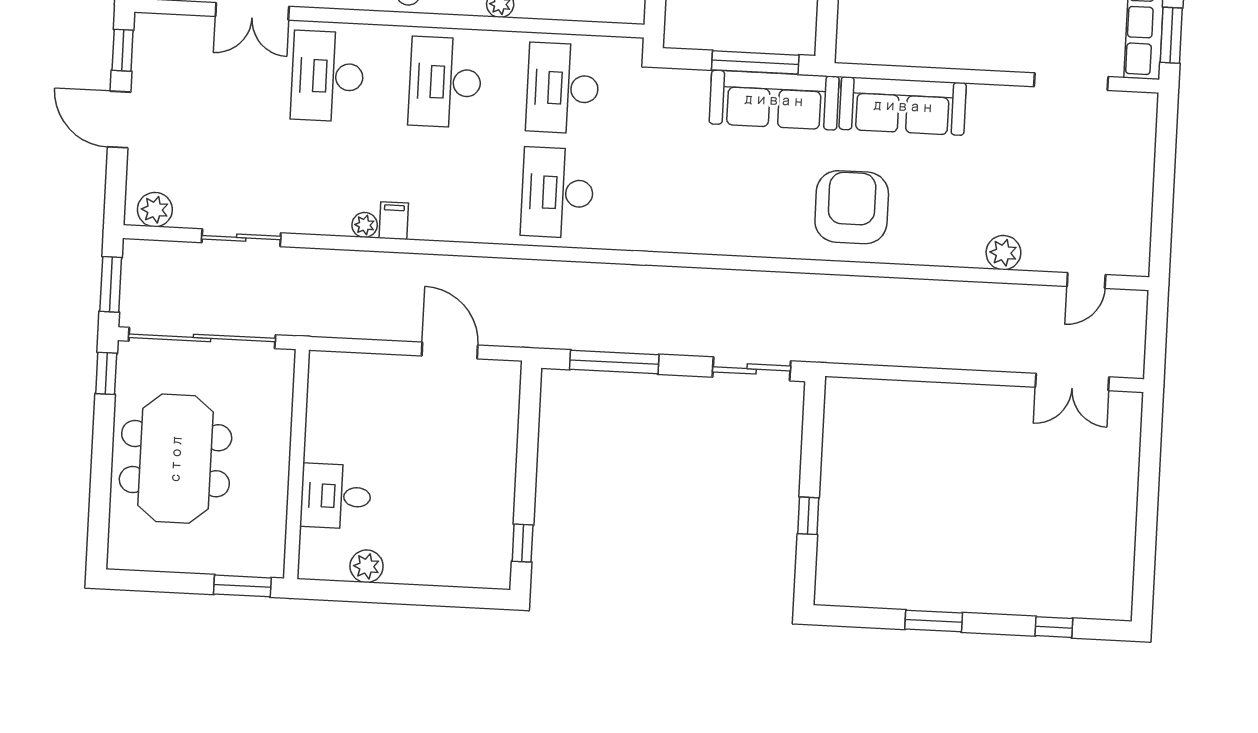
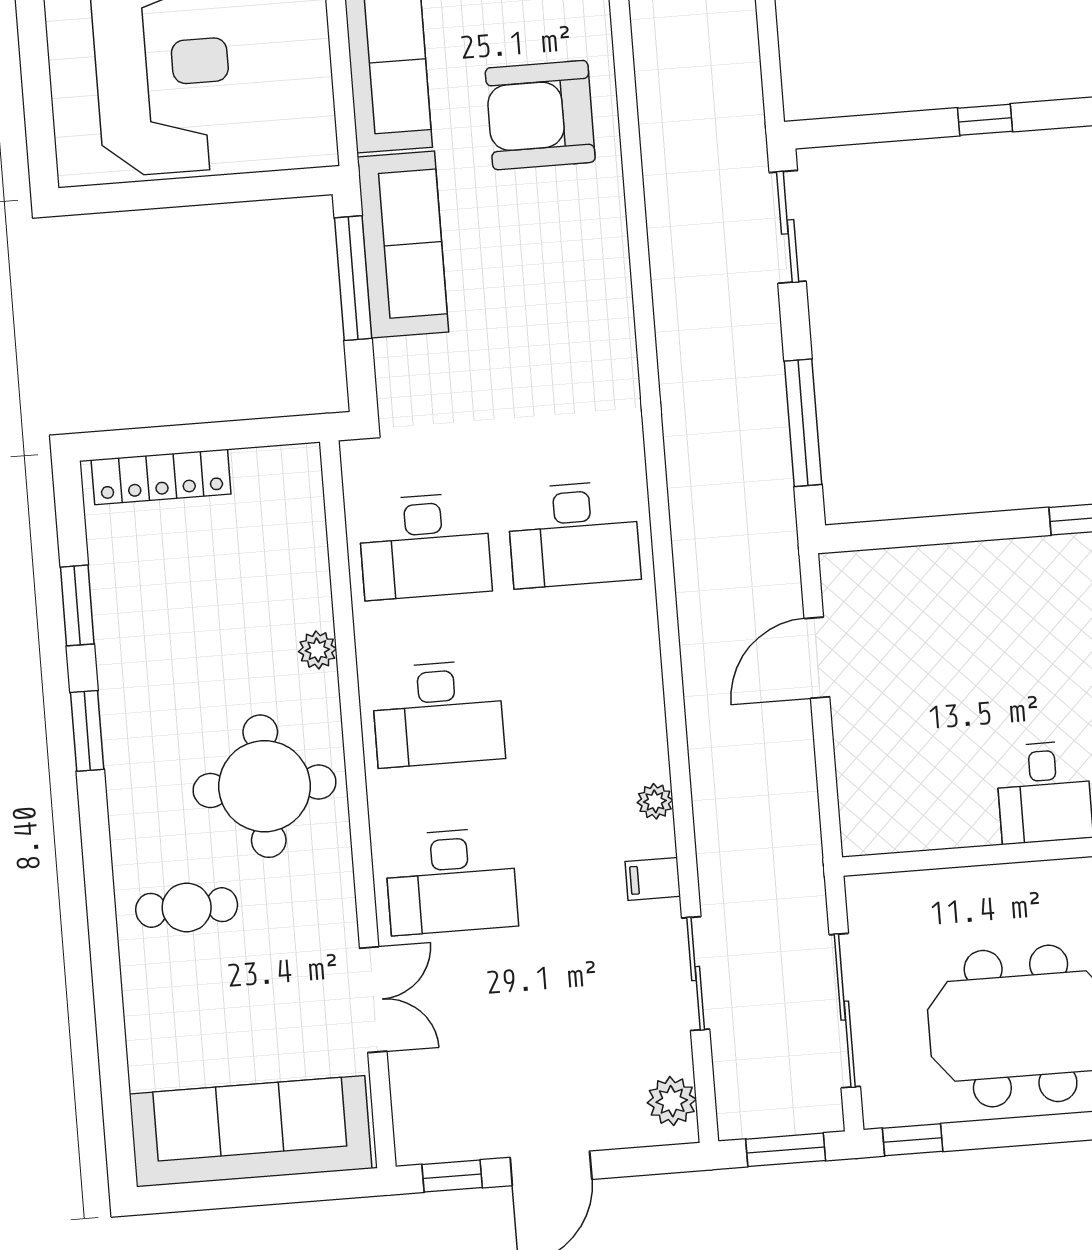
filing cabinet: (394, 221) -> (653, 879), moved
sliding door: (202, 338) -> (845, 1011), width x0.73

